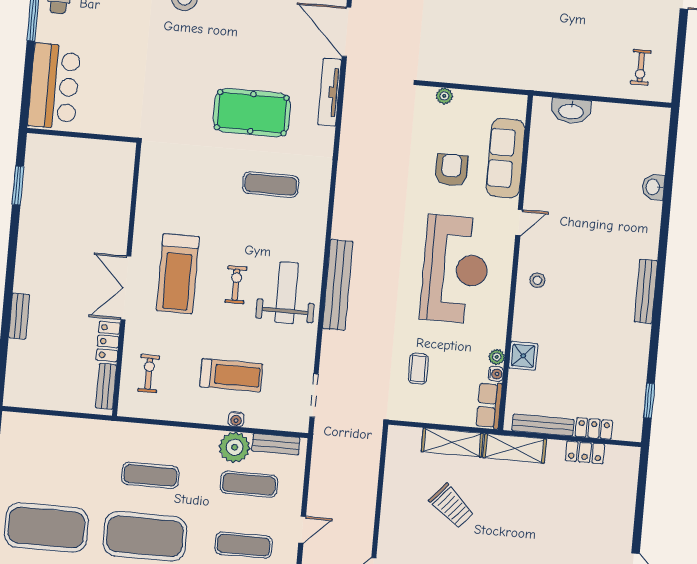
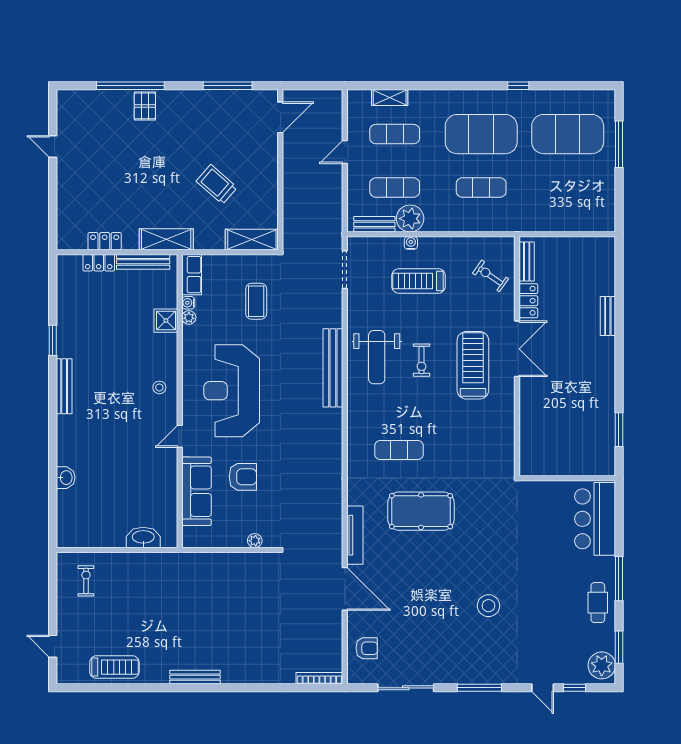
armchair: (451, 170) -> (243, 477), turned -90
coffee table: (418, 369) -> (256, 301), width x1.36, depth x1.30
exercise bike: (149, 374) -> (490, 276), turned 125
window: (649, 401) -> (53, 340), moved
shelving: (452, 442) -> (252, 240), moved

